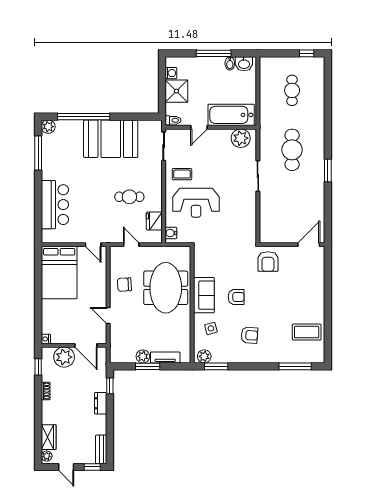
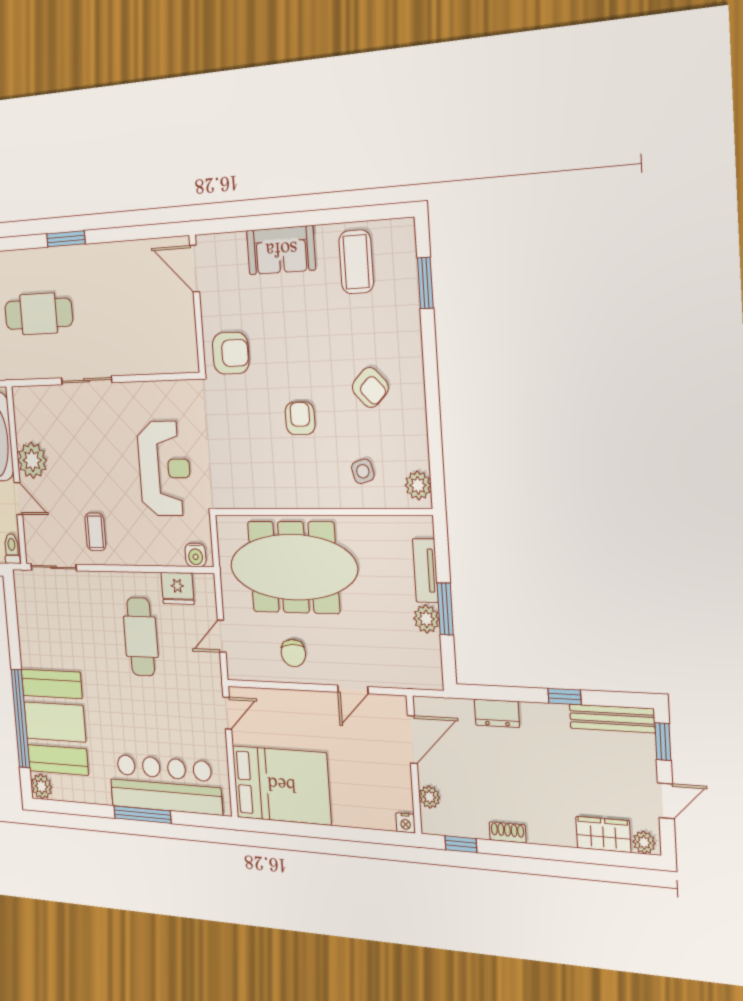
plant: (241, 138) -> (32, 460), moved
booth: (111, 139) -> (55, 722), moved
window: (38, 153) -> (142, 815), moved
cafe table: (129, 197) -> (141, 637), width x1.37, depth x1.35
reception desk: (196, 203) -> (164, 469), moved
bar counter: (55, 205) -> (165, 784), width x1.36
meeting table: (166, 288) -> (293, 567), width x1.36
sofa: (204, 295) -> (281, 250), moved, turned 180
armchair: (249, 335) -> (370, 387), turned 132
plant: (64, 357) -> (429, 797), width x0.53, depth x0.53
window: (216, 366) -> (436, 459), removed
window: (295, 366) -> (425, 283), width x0.69
window: (110, 386) -> (565, 697), moved
dresser: (101, 403) -> (497, 713), moved
bench: (101, 449) -> (612, 719), width x1.36

